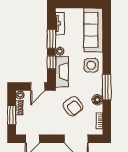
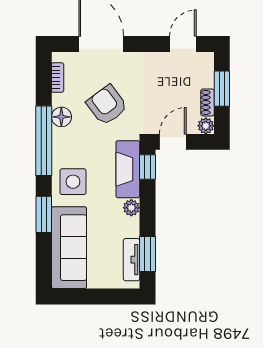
window: (51, 39) -> (147, 254), moved
window: (107, 48) -> (44, 214), added
window: (51, 62) -> (147, 167), moved
window: (107, 87) -> (44, 141), width x1.46

